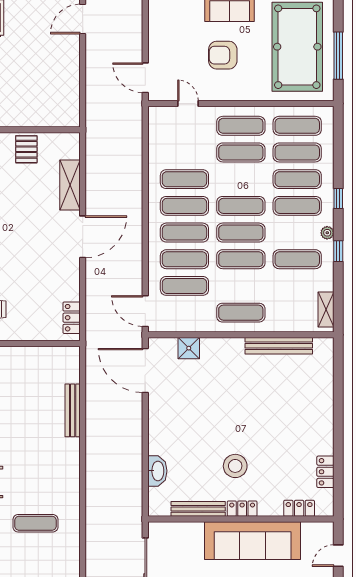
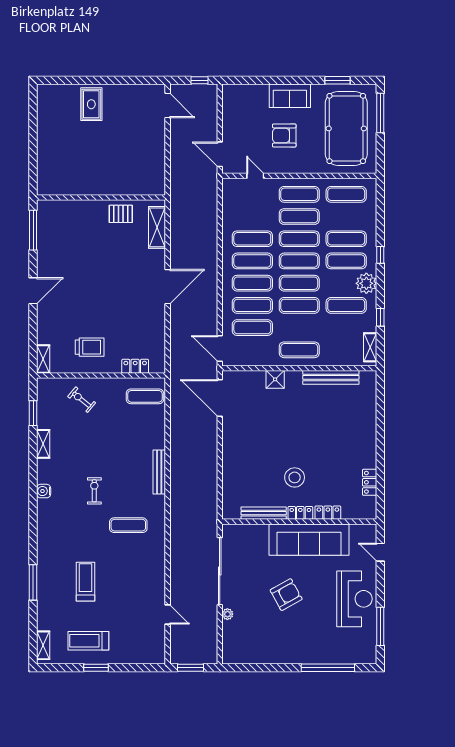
door: (83, 19) -> (168, 105), swing flipped
window: (338, 56) -> (380, 113), moved
pallet: (26, 149) -> (121, 214), turned 90
exercise mat: (297, 152) -> (299, 239), moved
shelving: (70, 185) -> (157, 227), moved
plant: (327, 233) -> (366, 283), width x1.87, depth x1.87
window: (338, 251) -> (380, 317), moved
locker: (72, 318) -> (135, 366), moved, turned 90
shower: (189, 348) -> (275, 379), moved
exercise mat: (55, 369) -> (145, 396), added
bench: (73, 410) -> (159, 472), moved
washbasin: (157, 471) -> (230, 482), removed
locker: (299, 508) -> (328, 513), moved
door: (338, 556) -> (380, 552), hinge flipped

